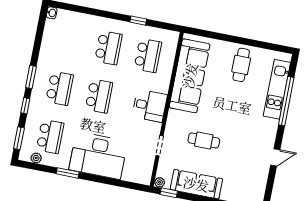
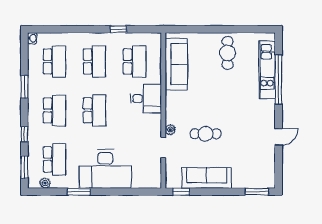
school desk: (69, 40) -> (54, 61), added
sofa: (190, 76) -> (176, 64), width x0.74, depth x0.79
window: (31, 77) -> (24, 87), moved
desk: (150, 106) -> (146, 99), moved
plant: (160, 182) -> (170, 130), moved

